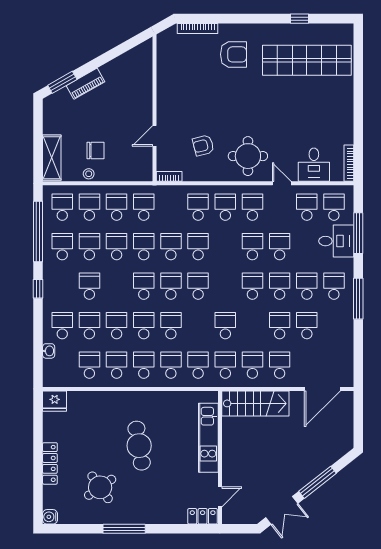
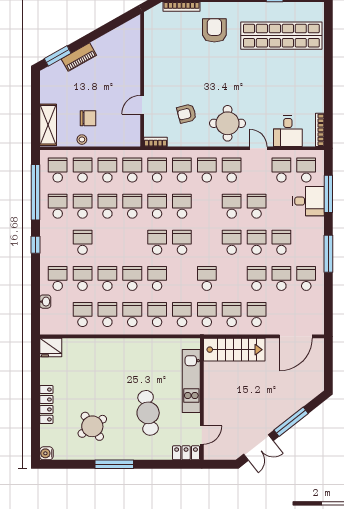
armchair: (234, 54) -> (214, 30), turned -90
school desk: (144, 286) -> (157, 170), moved
school desk: (334, 286) -> (306, 278), moved
cafe table: (139, 446) -> (148, 413), moved

